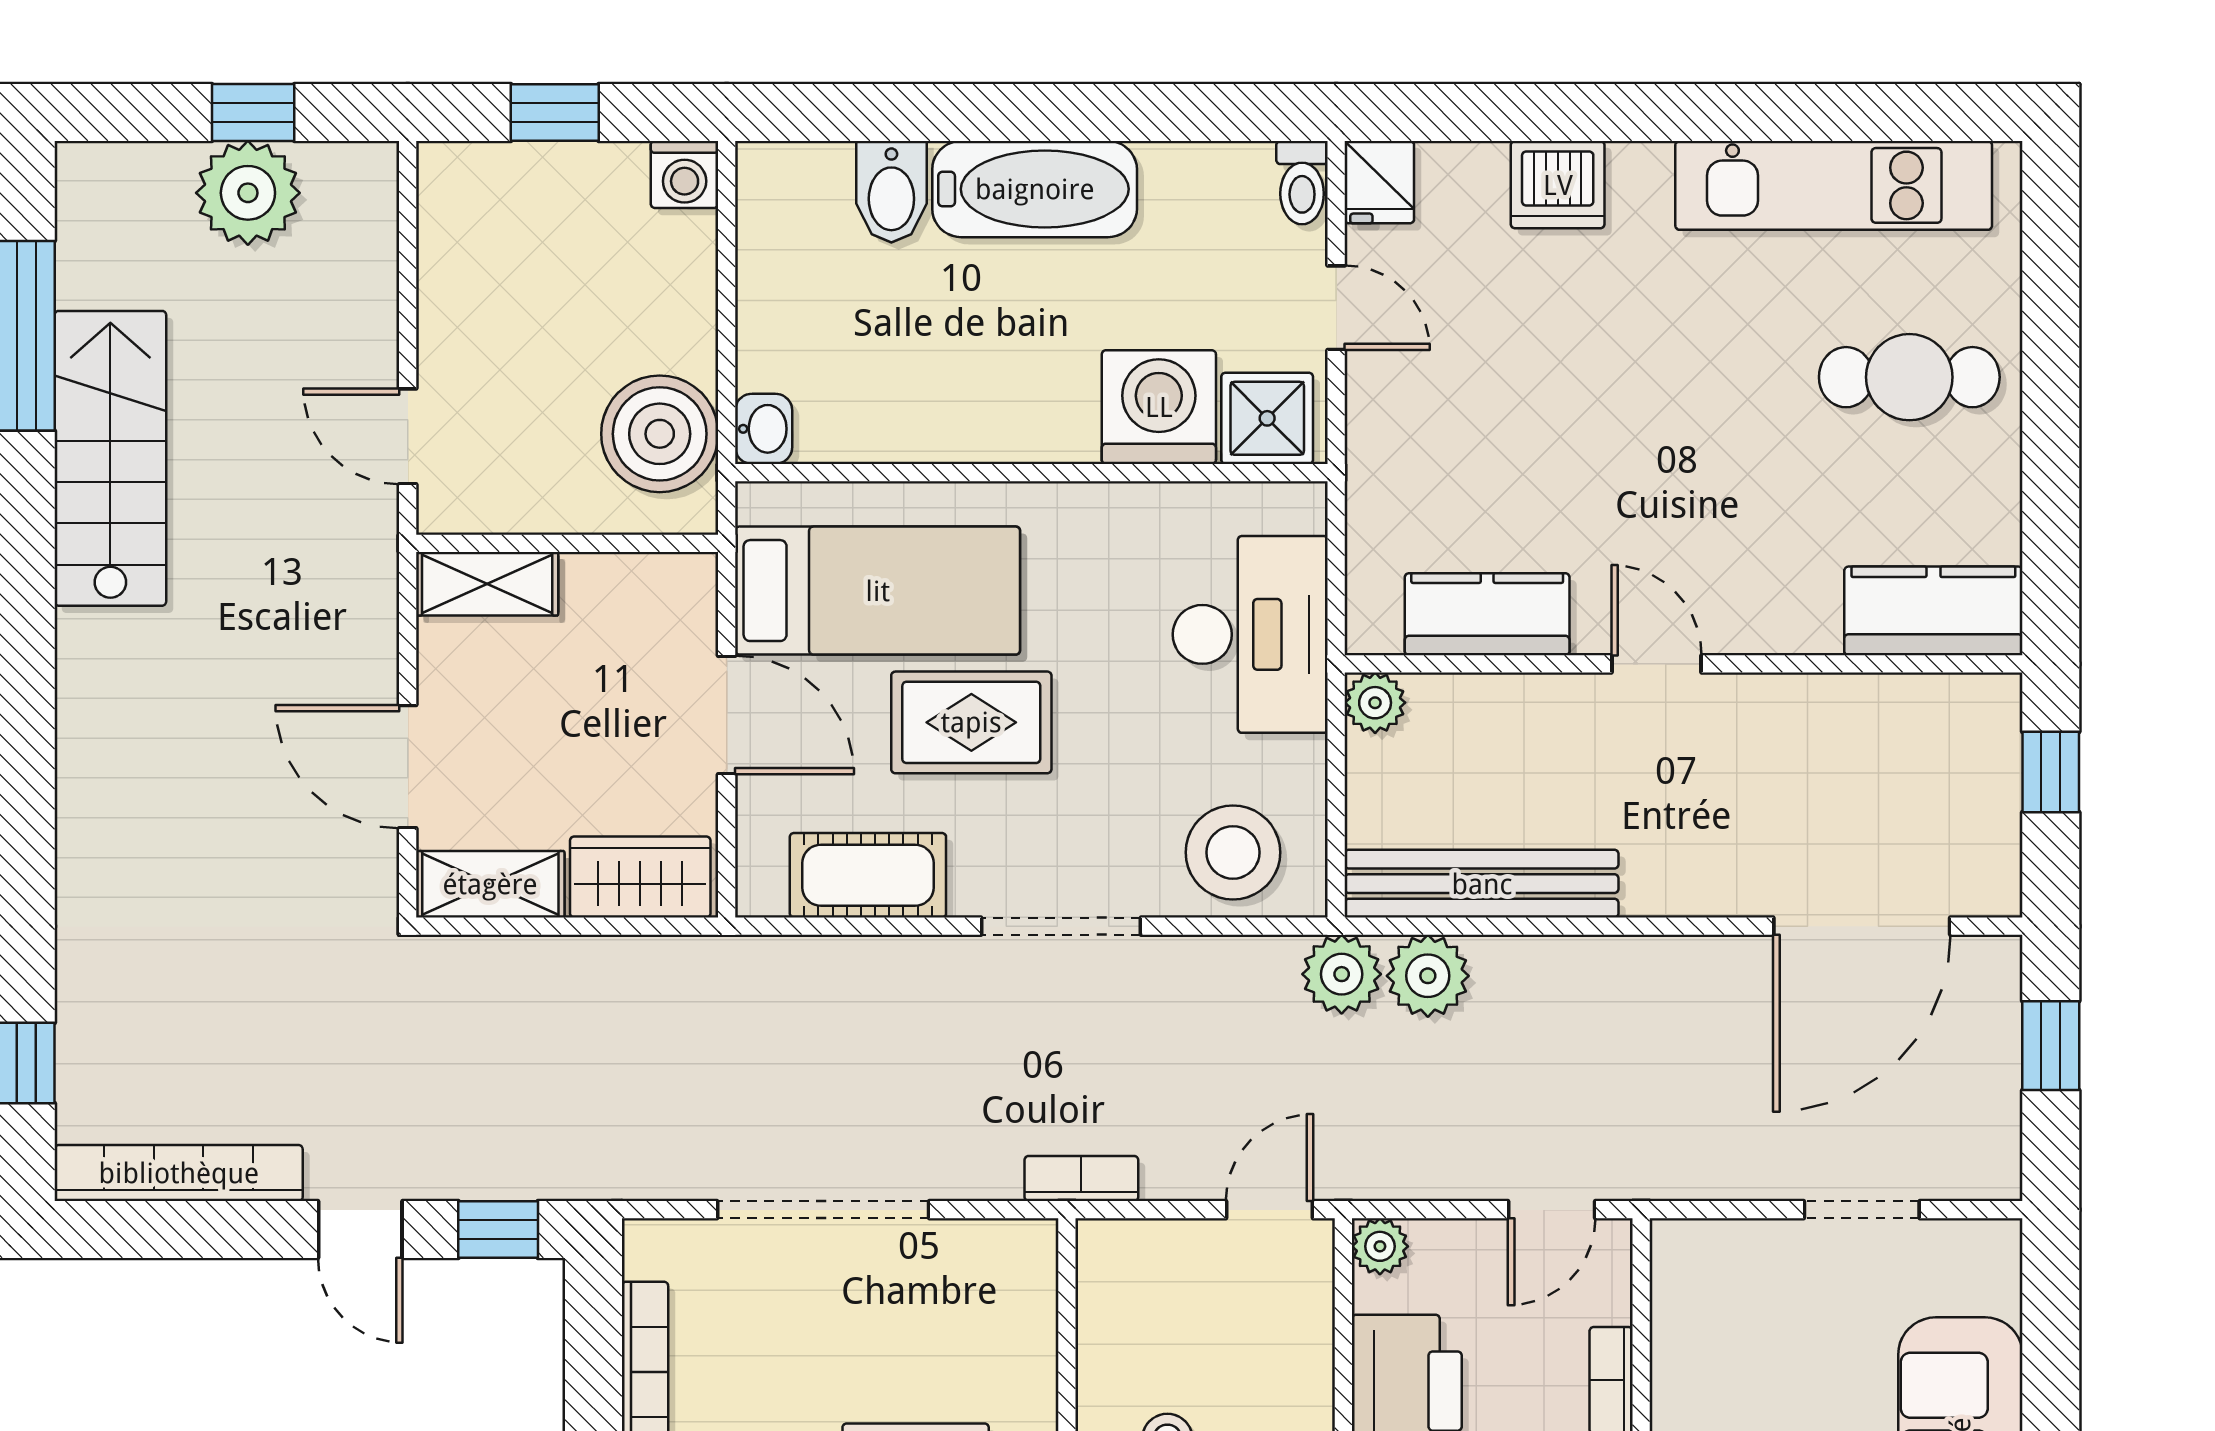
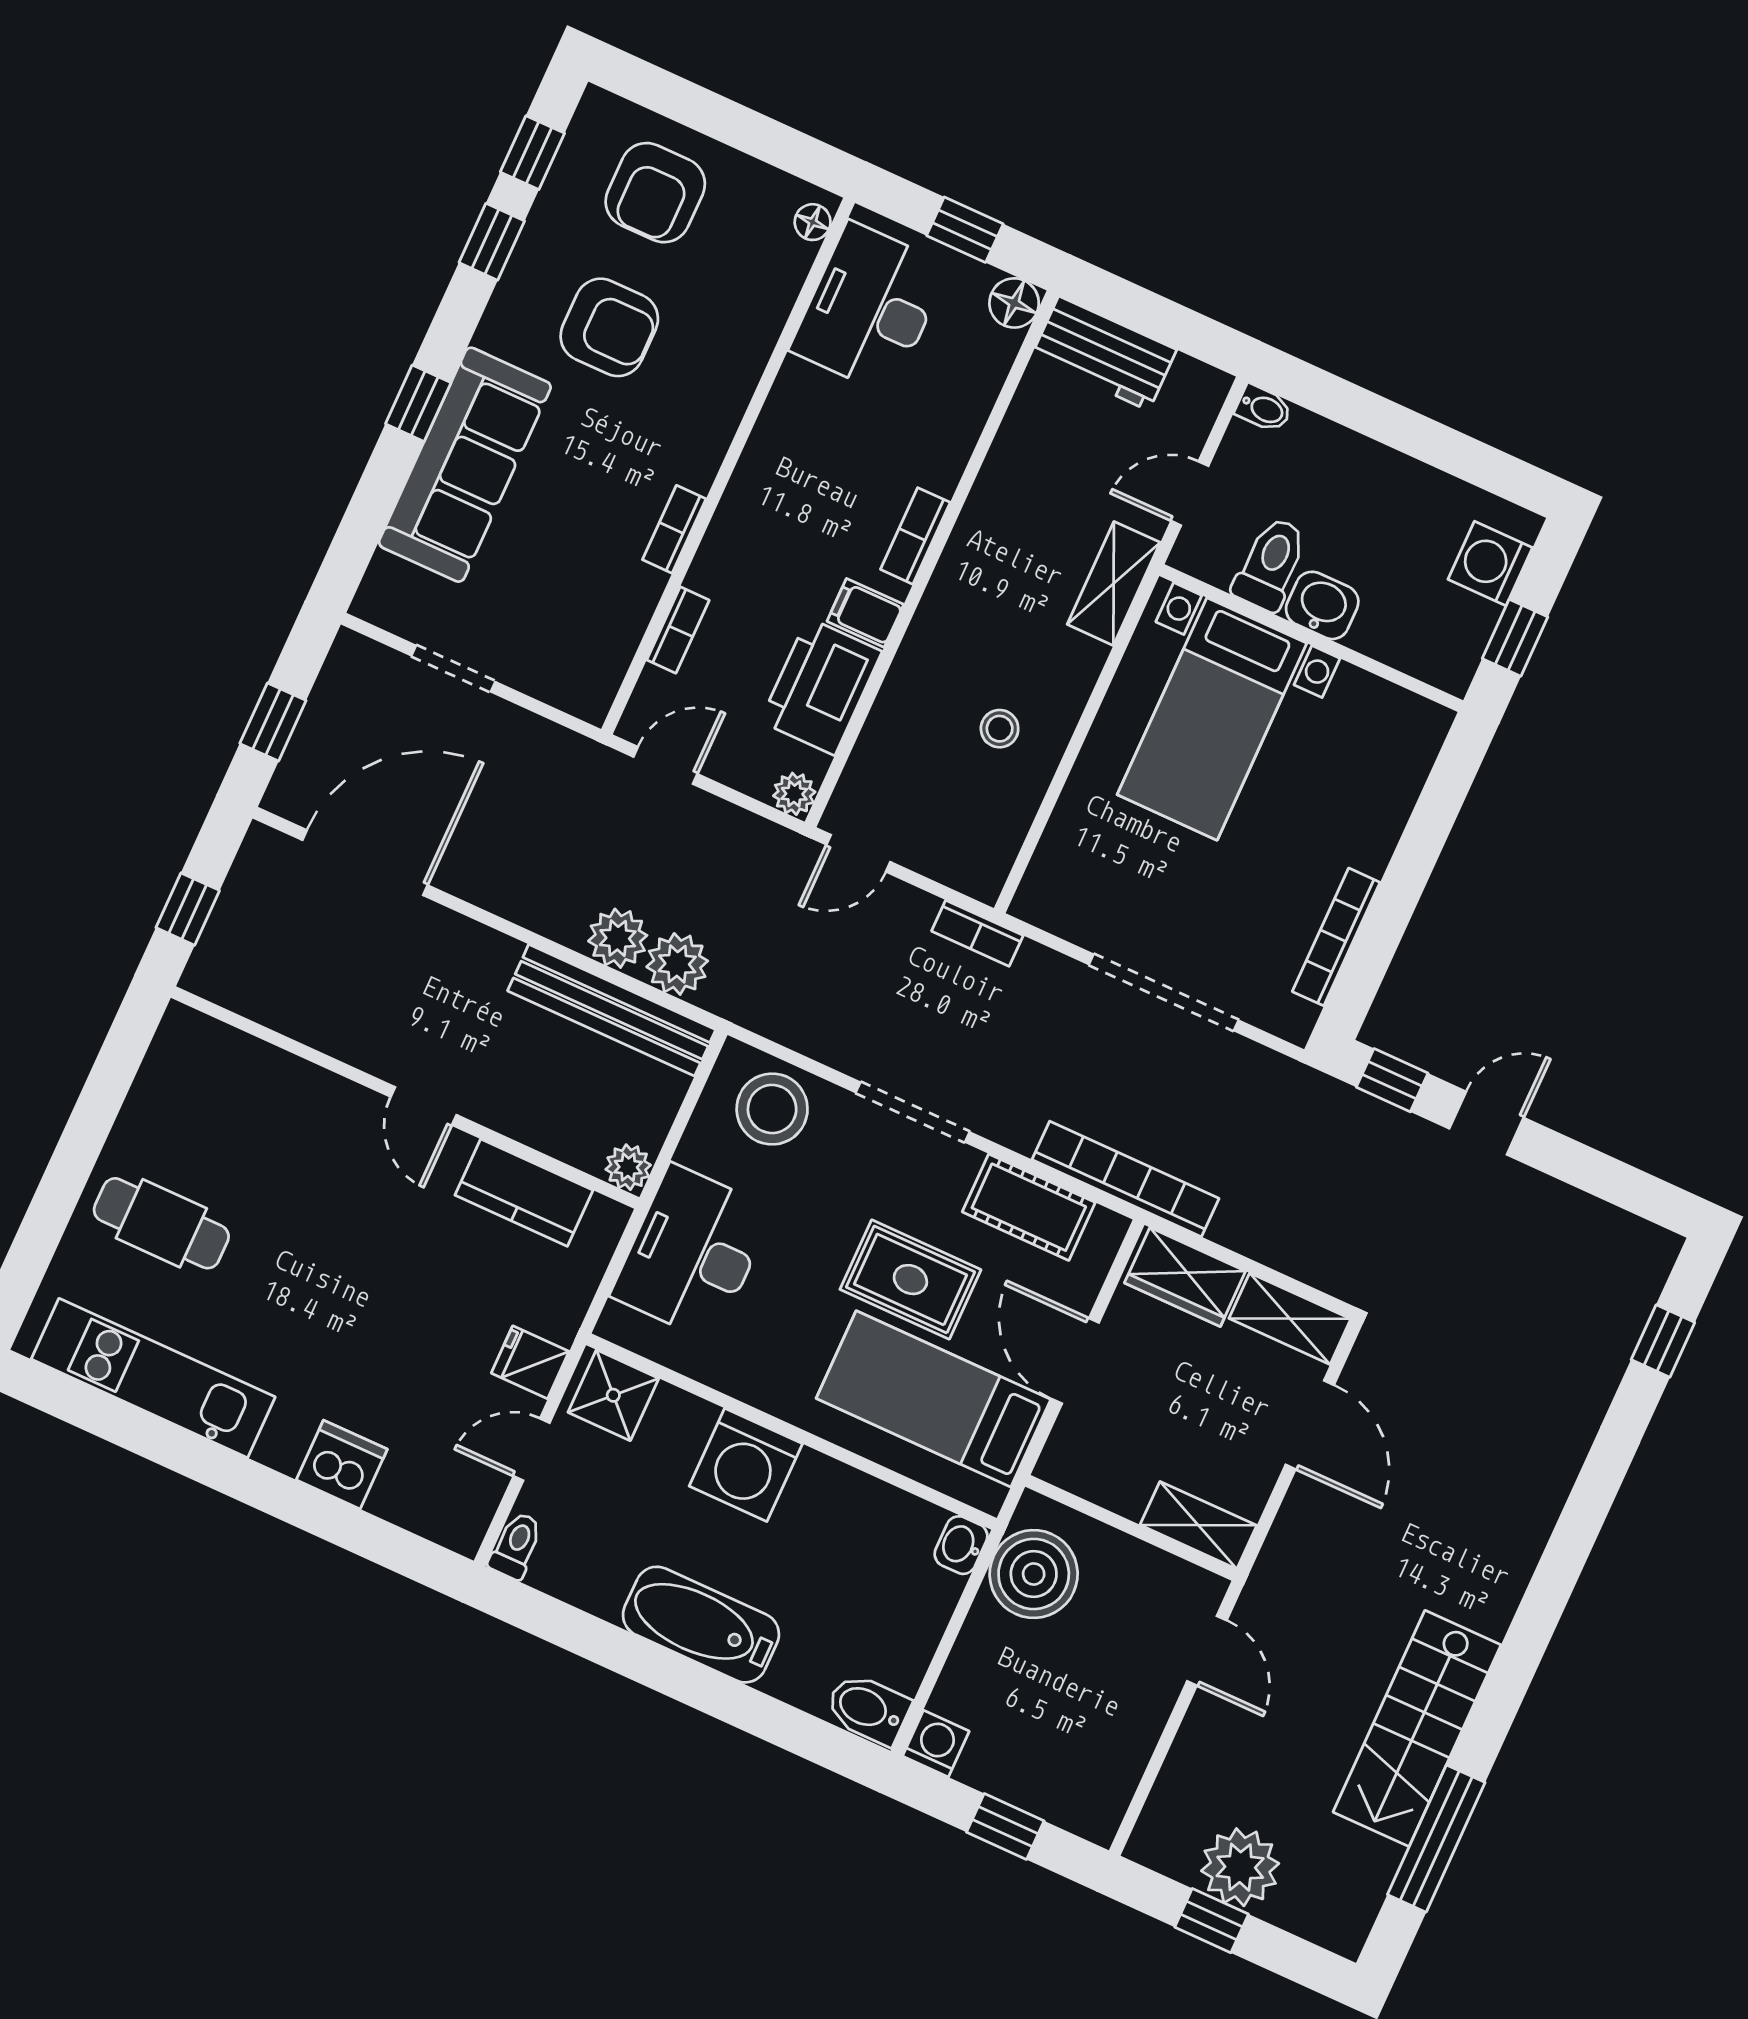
fridge: (1379, 182) -> (530, 1362), moved, turned -90
bidet: (891, 192) -> (868, 1709), moved, turned -90
door: (1336, 308) -> (532, 1449), hinge flipped
washing machine: (1159, 407) -> (746, 1465), moved
kitchen counter: (1933, 611) -> (218, 1056), removed
plant: (1342, 974) -> (618, 938), moved
bookcase: (179, 1173) -> (1126, 1179), moved, turned 180
door: (360, 1230) -> (1486, 1123), hinge flipped

